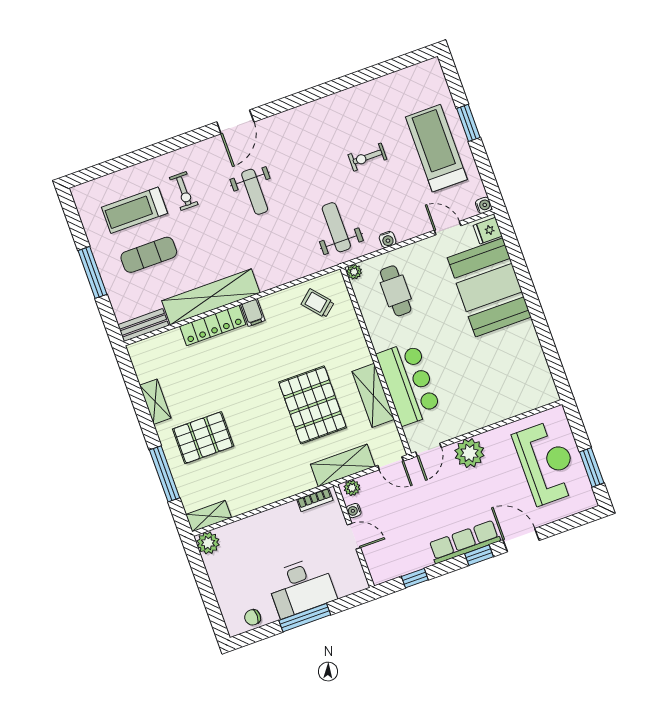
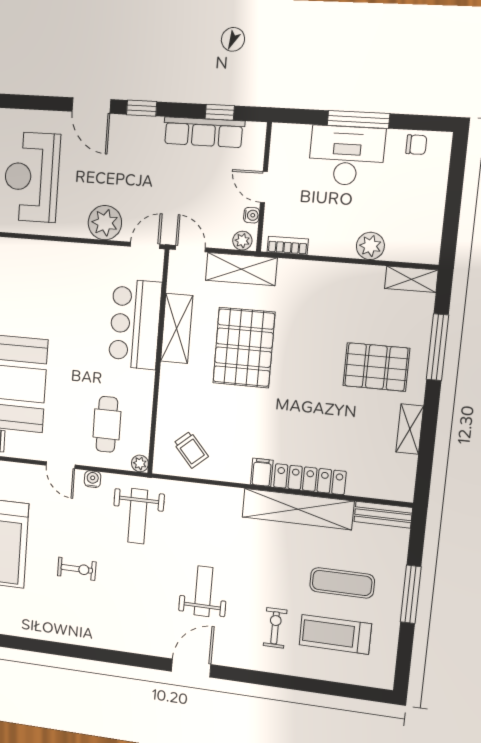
treadmill: (134, 210) -> (335, 634), turned 180
door: (448, 228) -> (61, 465), moved
row of seats: (464, 542) -> (204, 132), moved
plant: (208, 543) -> (370, 246), moved

